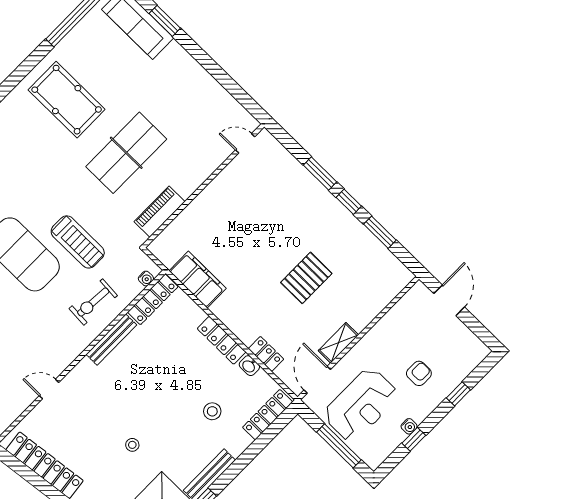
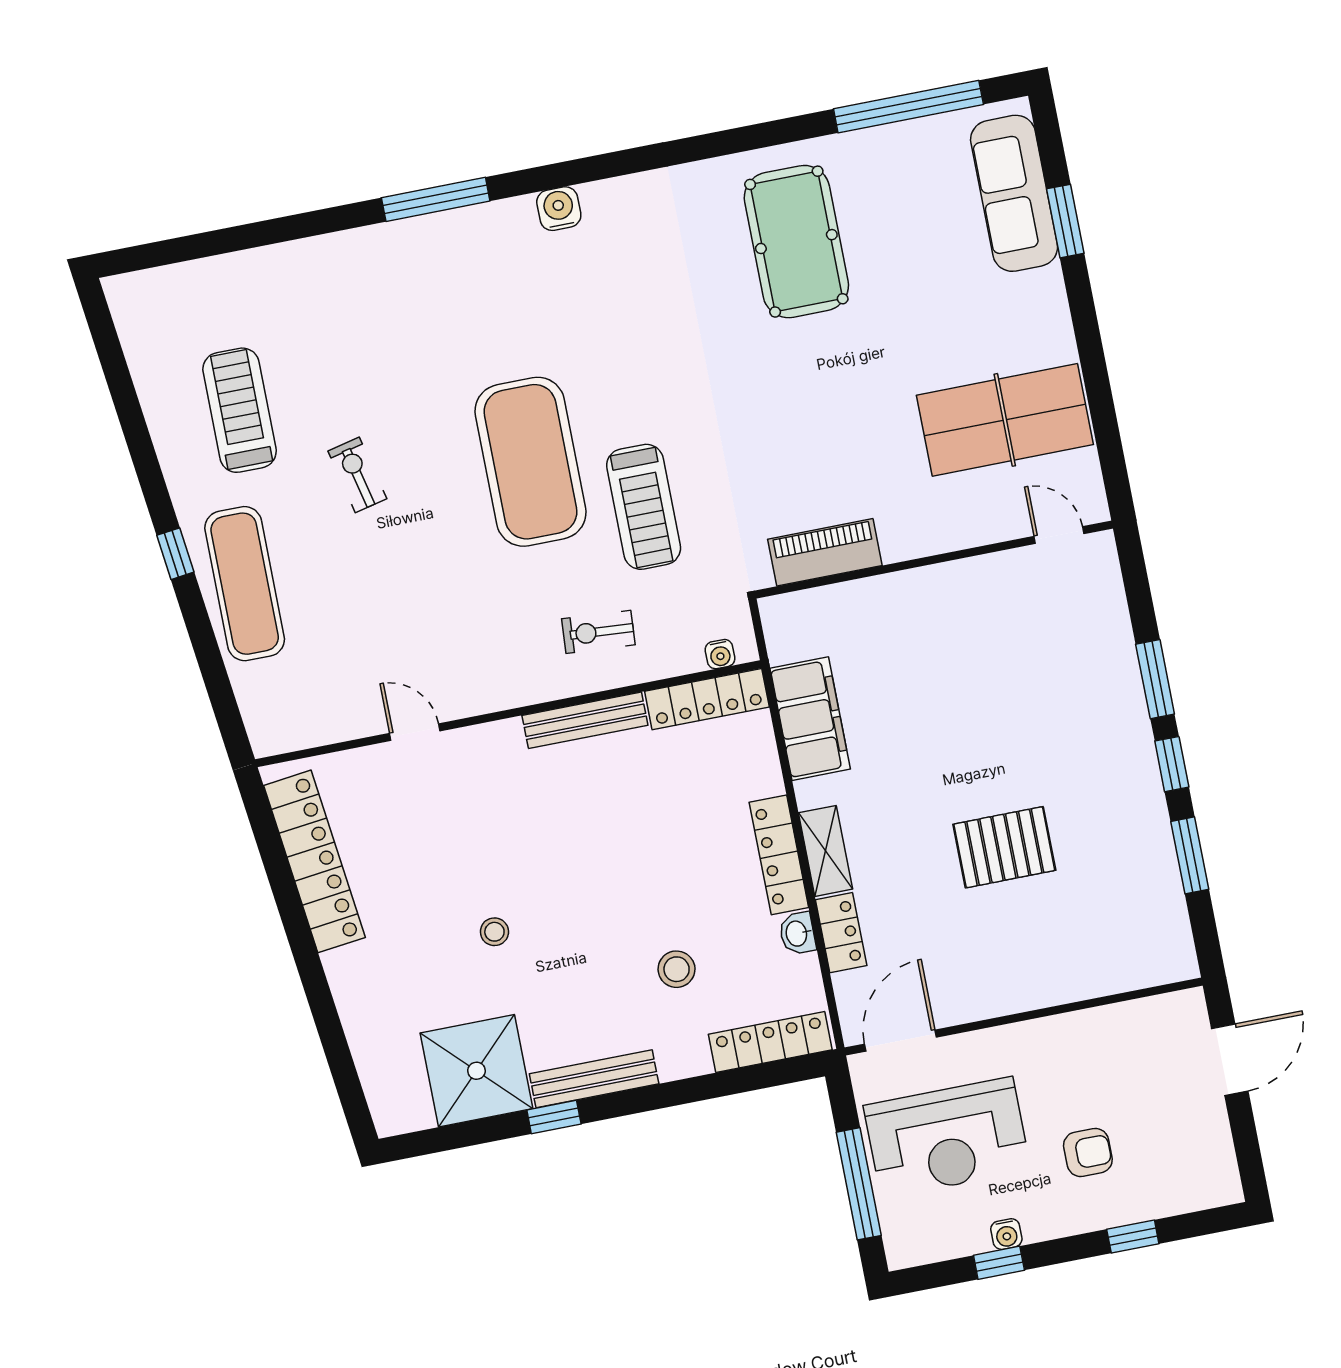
table tennis table: (126, 153) -> (1005, 420), moved
exercise bike: (93, 302) -> (598, 632), width x0.73, depth x0.72
shelving: (338, 343) -> (825, 851), moved, turned 90

